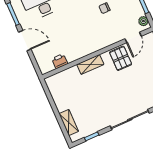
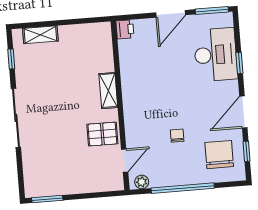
door: (133, 37) -> (125, 161), swing flipped
printer: (60, 61) -> (125, 29), moved

